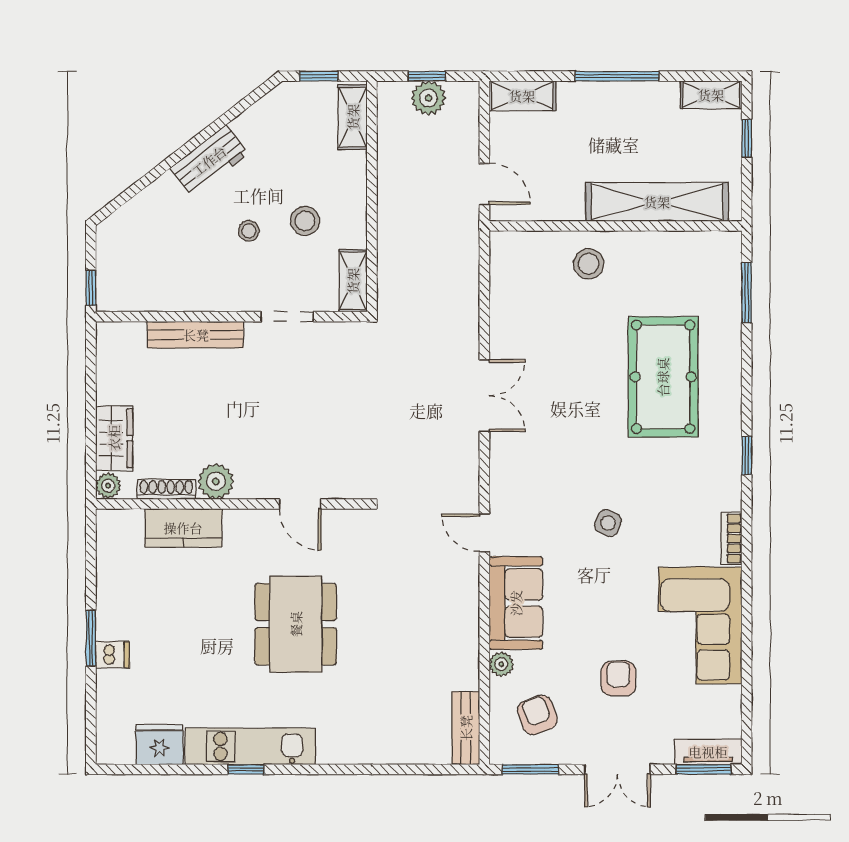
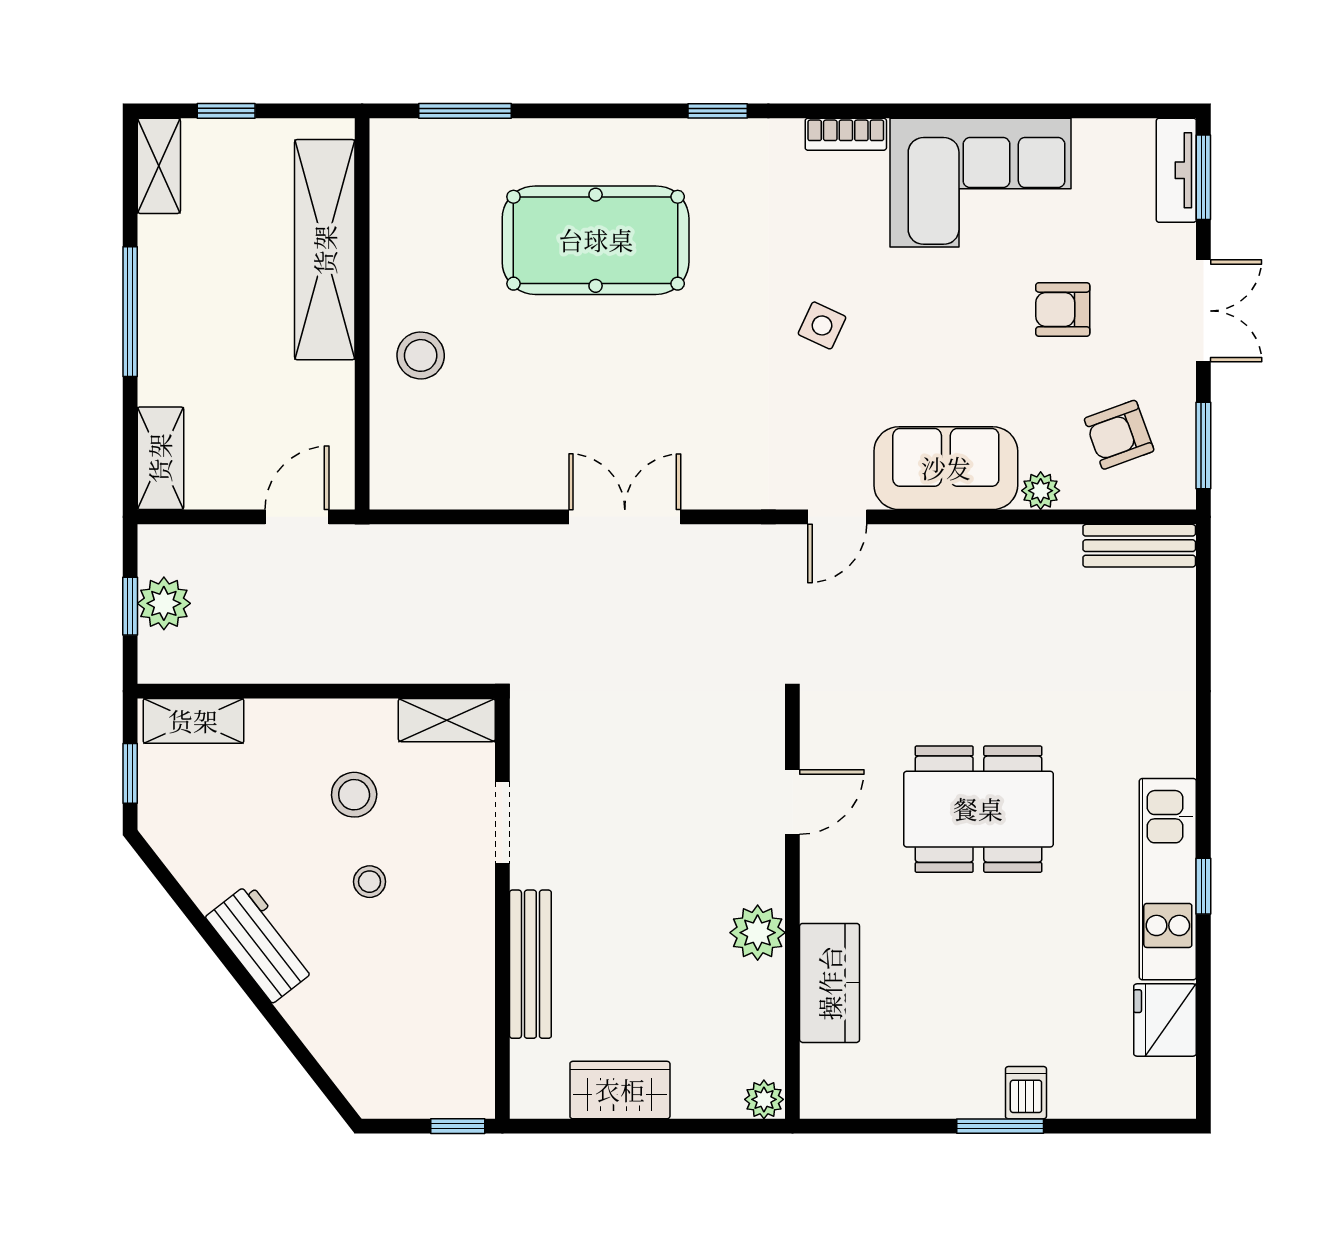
wardrobe: (114, 438) -> (620, 1090), moved
shoe rack: (166, 489) -> (770, 1010), removed

